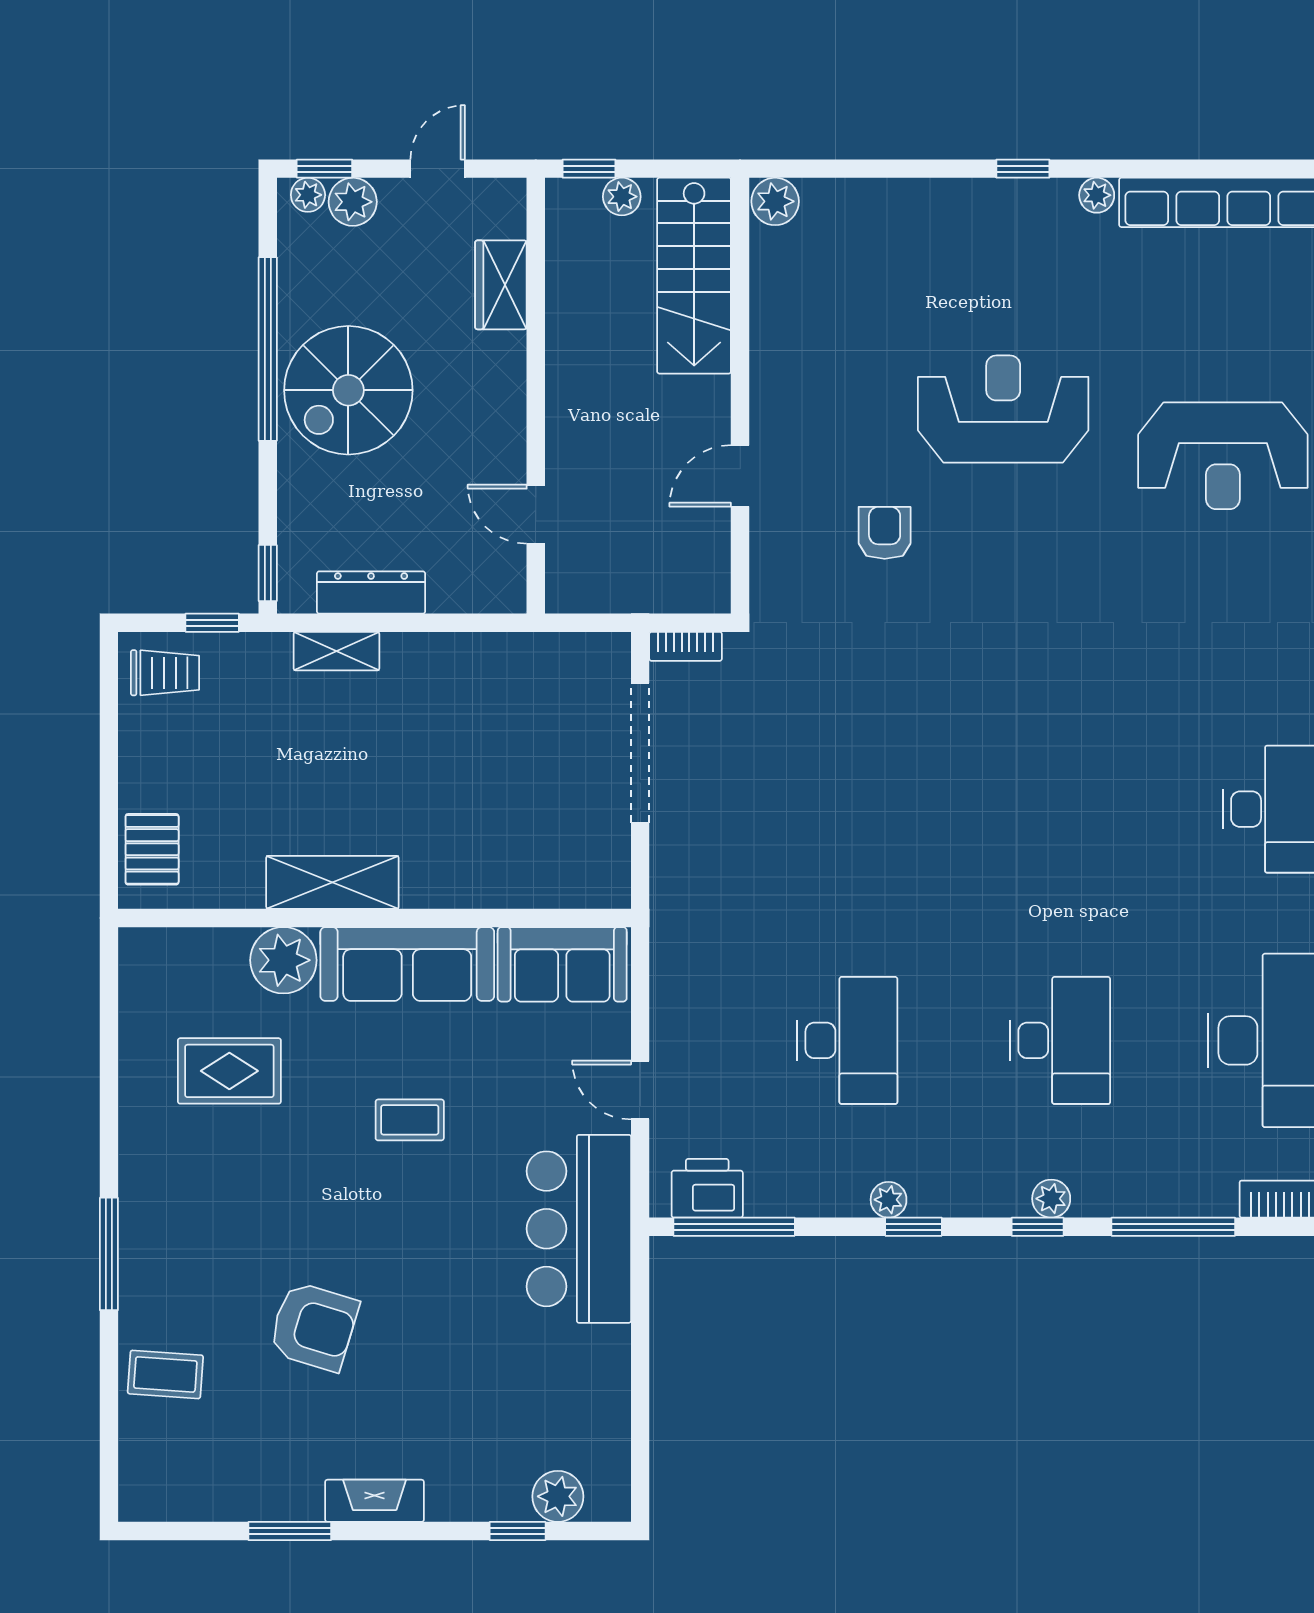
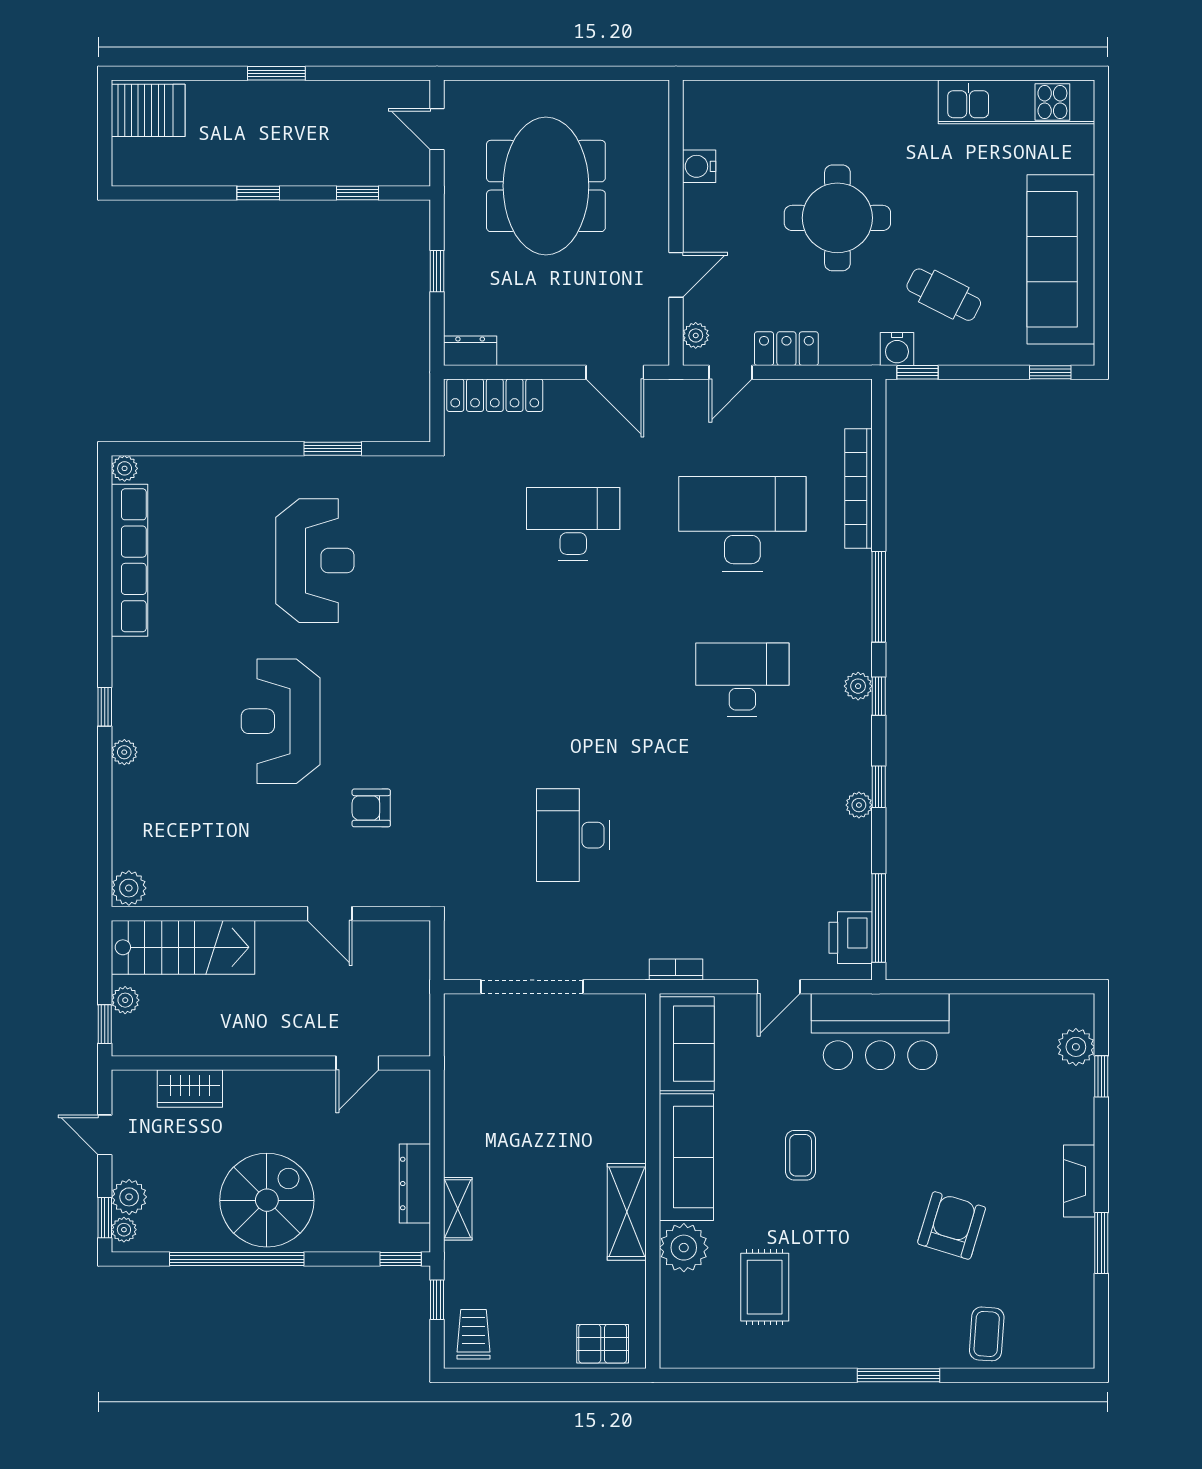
plant: (1097, 195) -> (124, 752), moved
spiral stairs: (348, 390) -> (267, 1200), turned -90
bookcase: (686, 646) -> (676, 969), moved, turned -90
desk: (847, 1040) -> (573, 835), moved, turned -90

